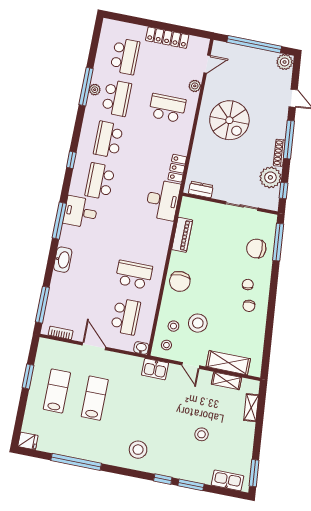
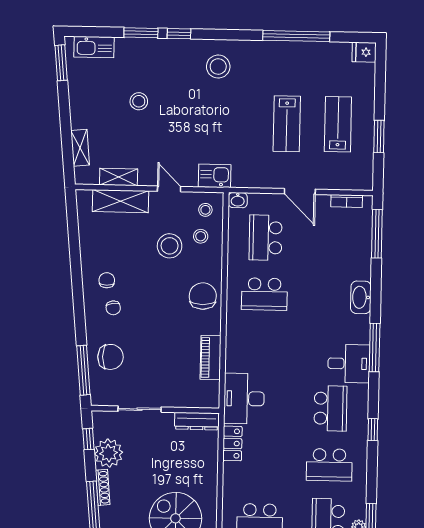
school desk: (108, 140) -> (329, 465), turned 90
dresser: (201, 190) -> (197, 421), width x1.44
lab bench: (57, 391) -> (338, 124), turned 180

